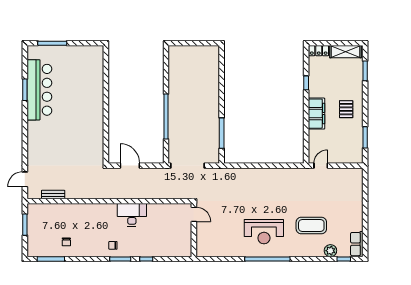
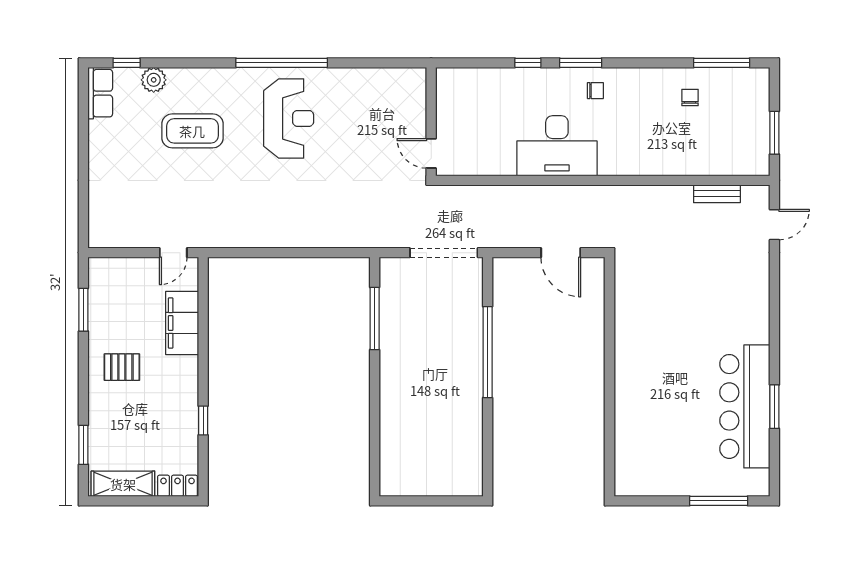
pallet: (346, 109) -> (122, 367), turned 90
filing cabinet: (316, 114) -> (182, 323), moved
desk: (132, 215) -> (557, 146), width x1.36, depth x1.30
reception desk: (264, 232) -> (289, 118), turned 90

